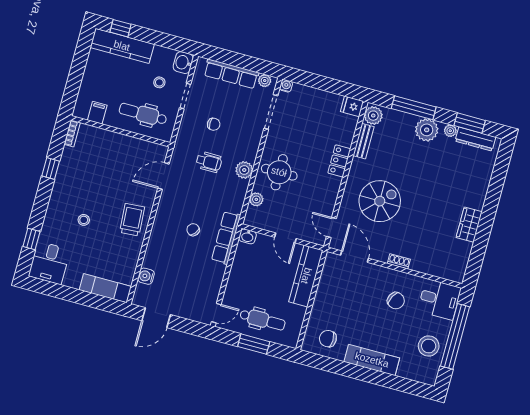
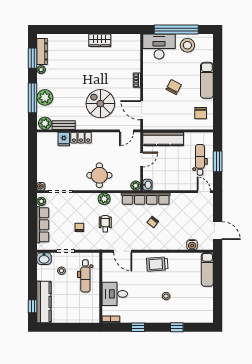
fridge: (352, 106) -> (64, 139), moved
filing cabinet: (97, 113) -> (93, 306), removed
plant: (427, 130) -> (45, 97), moved
plant: (256, 199) -> (136, 186), moved
row of seats: (226, 238) -> (146, 199), width x1.36
window: (31, 239) -> (177, 327), moved
door: (355, 257) -> (142, 110), hinge flipped
desk: (49, 263) -> (115, 294), moved, turned 180
desk: (439, 299) -> (159, 47), width x1.37
chair: (396, 301) -> (174, 87), moved

